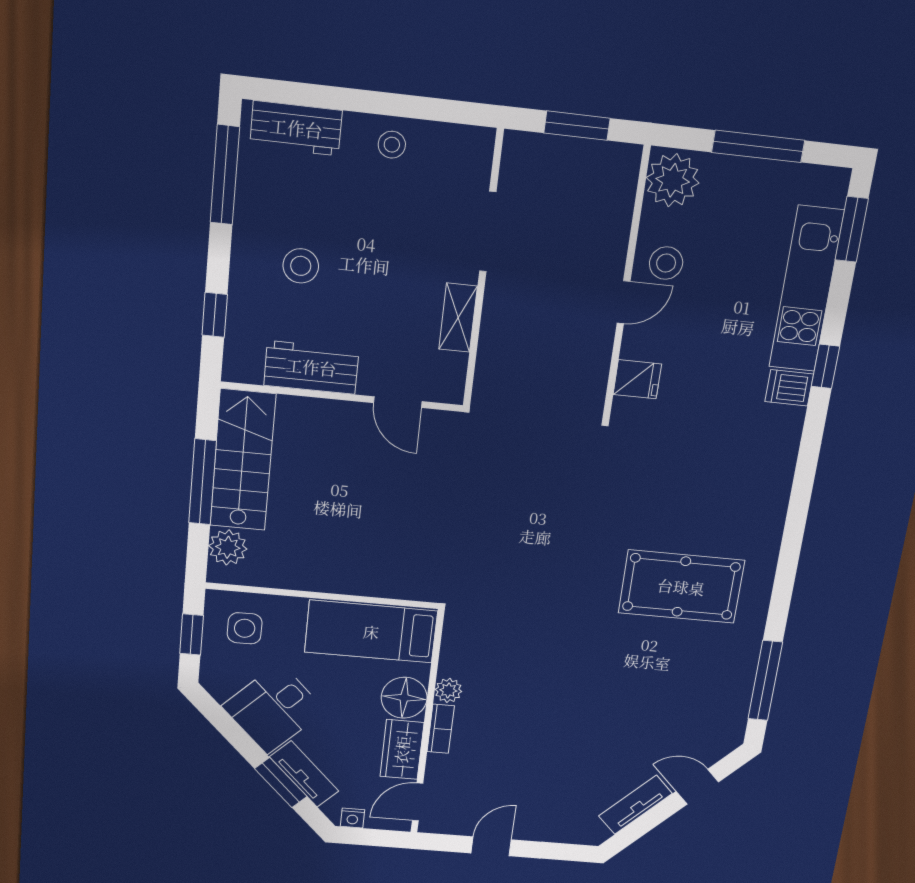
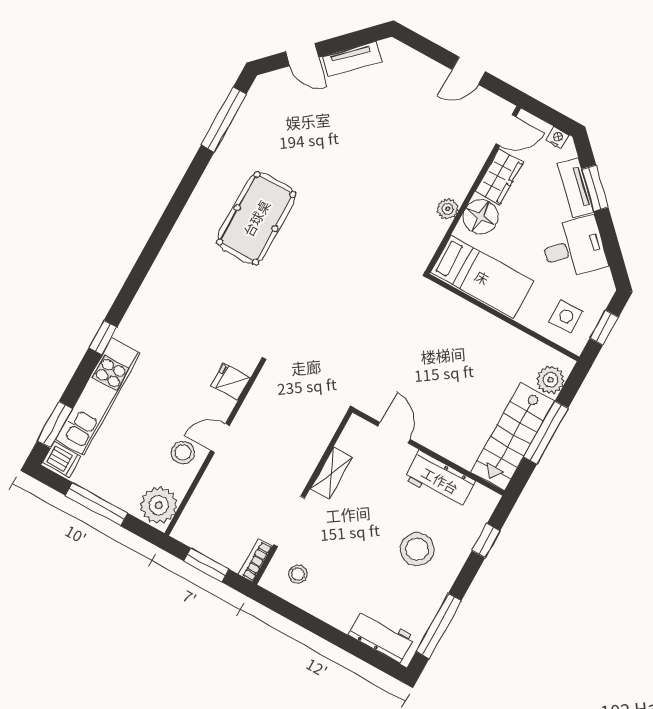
stool: (392, 145) -> (298, 574), moved
stool: (301, 266) -> (417, 549), width x1.38, depth x1.38
dishwasher: (789, 388) -> (62, 460), moved
pool table: (681, 587) -> (256, 218), turned 90
bookcase: (441, 729) -> (255, 560), moved

